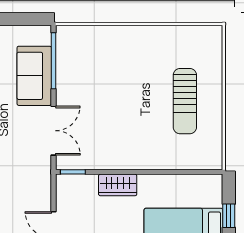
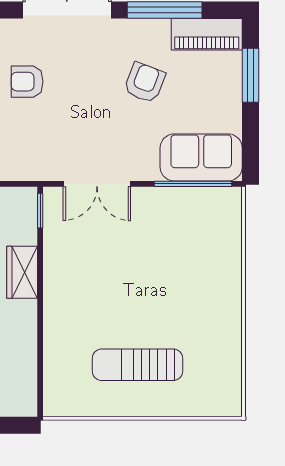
sofa: (34, 76) -> (201, 157), moved

